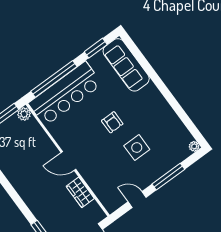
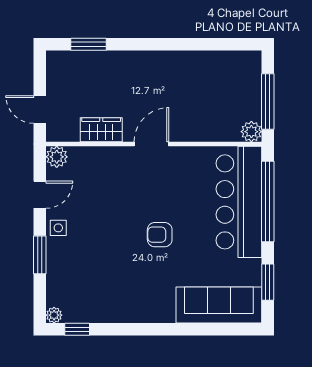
window: (193, 129) -> (77, 329), added
side table: (137, 148) -> (58, 228), moved, width x0.54, depth x0.54
window: (168, 177) -> (40, 255), width x0.69
plant: (111, 205) -> (57, 157), added

